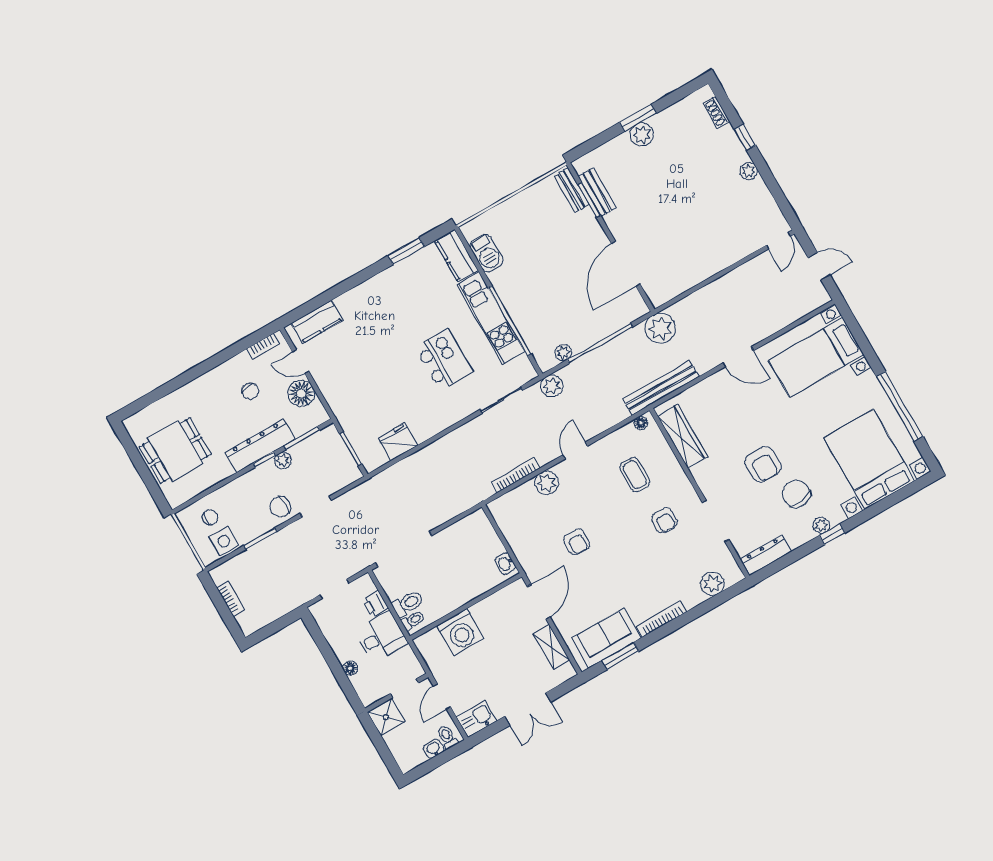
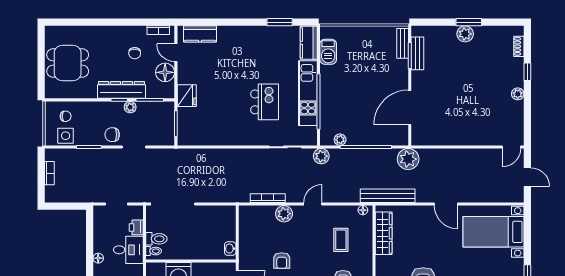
fridge: (398, 442) -> (187, 96), moved, turned 90

